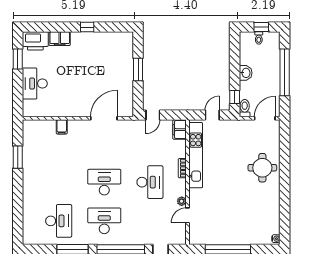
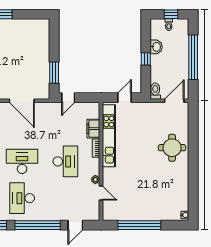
window: (138, 69) -> (54, 73), moved
washbasin: (246, 73) -> (156, 47), moved
window: (235, 97) -> (146, 59), moved
door: (104, 118) -> (22, 101), swing flipped
filing cabinet: (179, 130) -> (93, 129), moved
door: (188, 215) -> (101, 193), swing flipped
desk: (104, 221) -> (22, 198), turned -90

